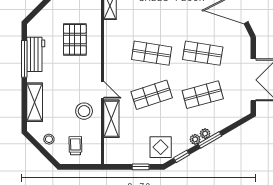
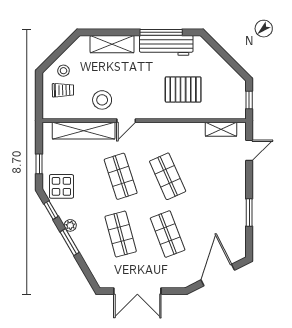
shop shelf: (152, 53) -> (168, 176), turned -33
shop shelf: (203, 53) -> (168, 234), turned -30
workbench: (36, 54) -> (166, 45), width x1.37
shelving: (111, 119) -> (84, 131), width x1.47
plant: (205, 134) -> (77, 237), removed
stool: (49, 139) -> (63, 71), moved

